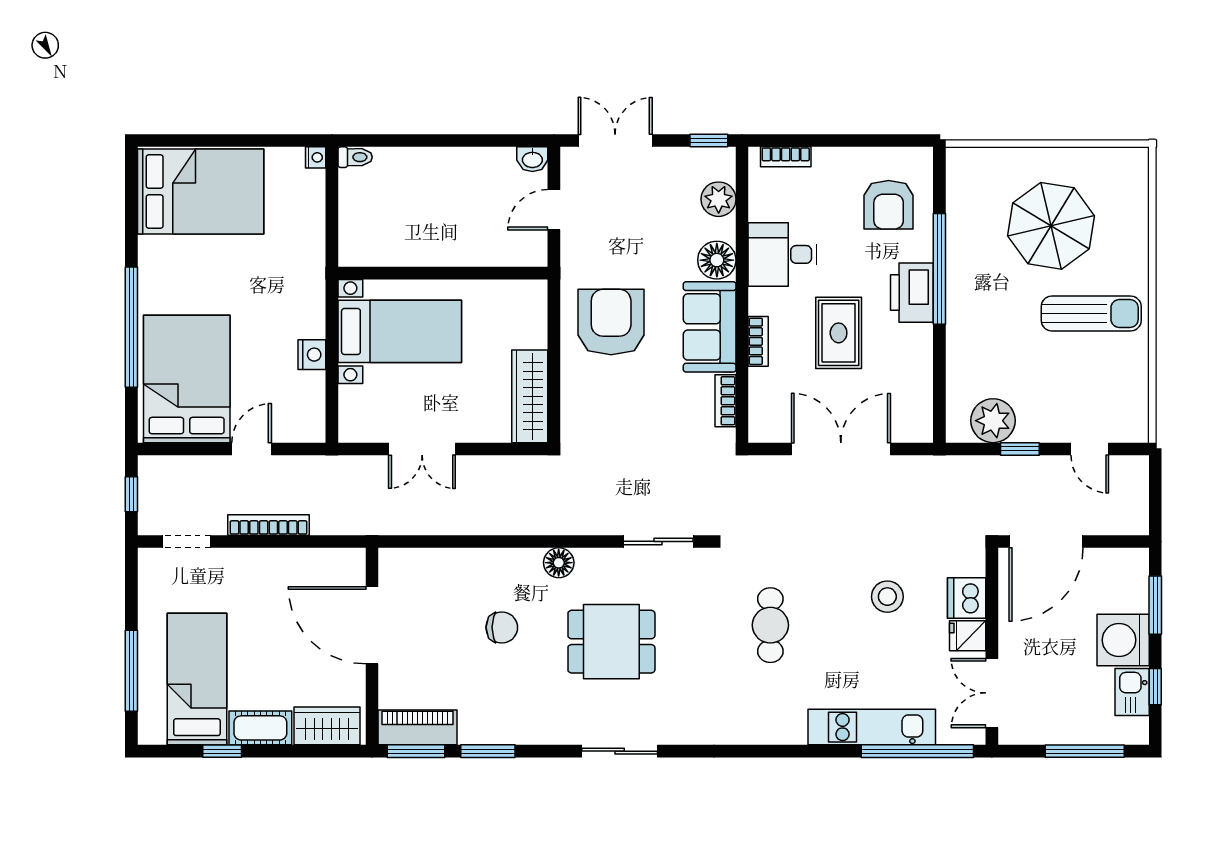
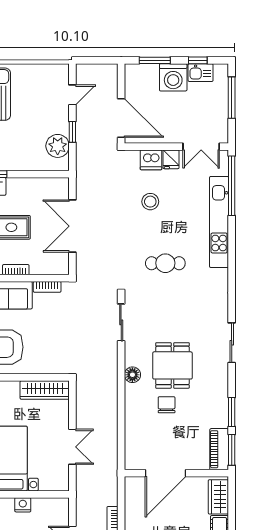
dining table: (611, 642) -> (172, 365), moved
kitchen unit: (872, 727) -> (219, 222), width x1.36

